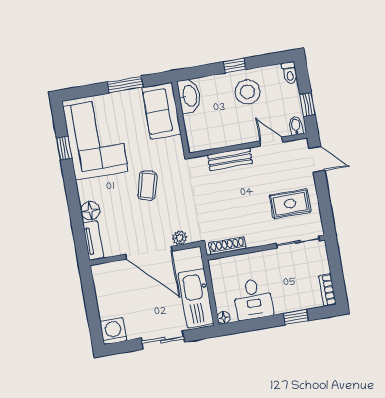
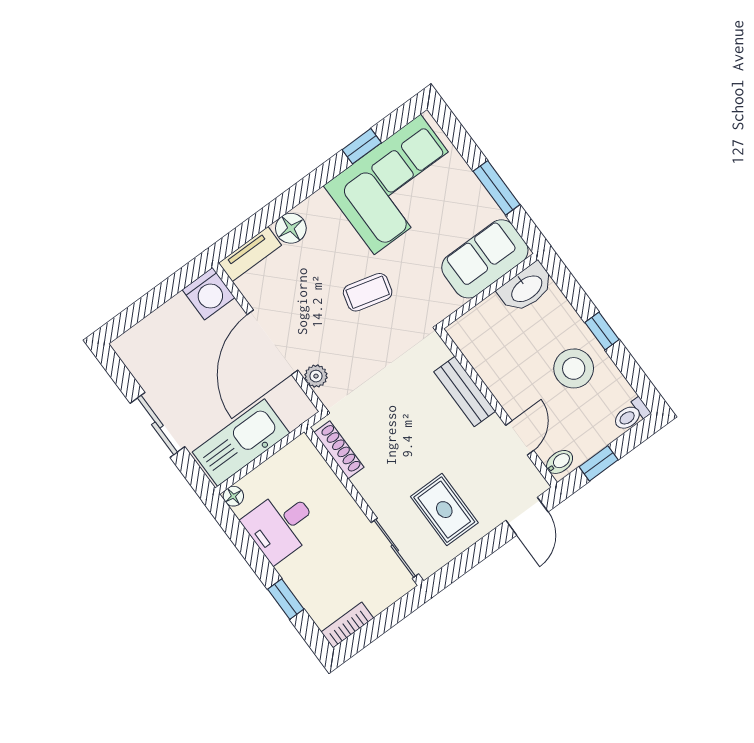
washing machine: (113, 331) -> (209, 294), moved, turned 90

